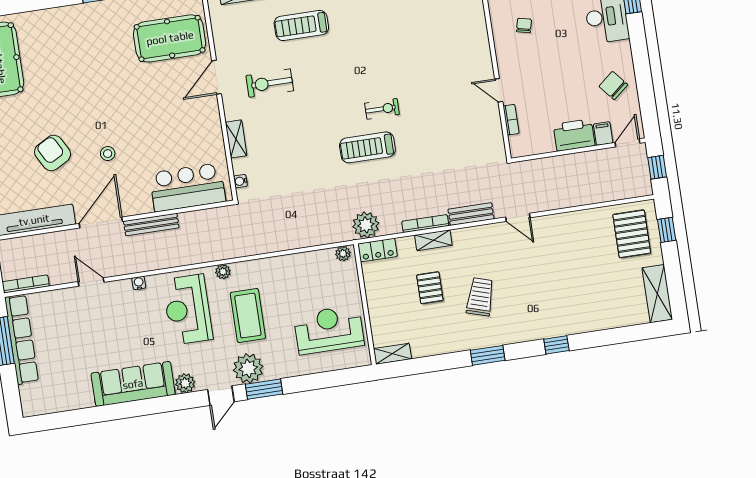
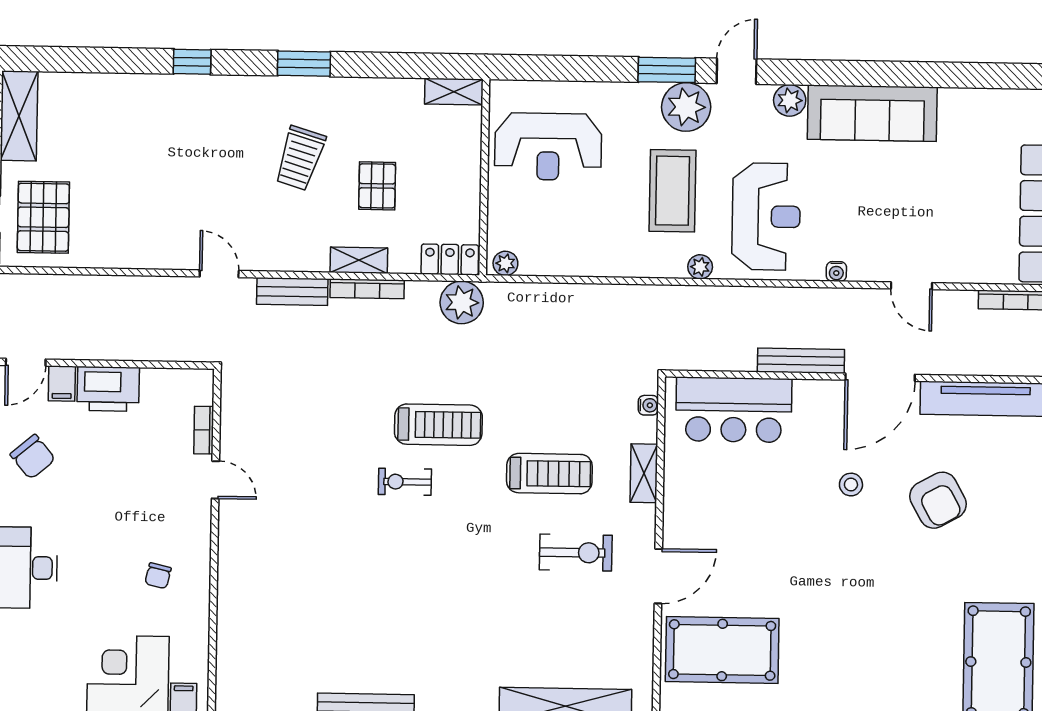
treadmill: (301, 25) -> (549, 474), moved

